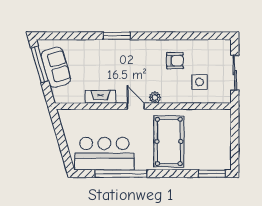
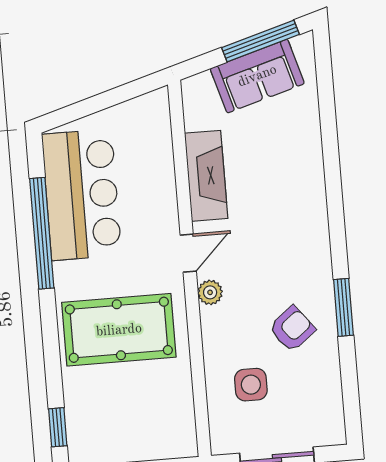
window: (117, 36) -> (343, 307), moved
armchair: (175, 61) -> (292, 329), turned -128
fireplace: (100, 97) -> (206, 176), width x1.37, depth x1.32
window: (212, 174) -> (58, 427), width x0.67

